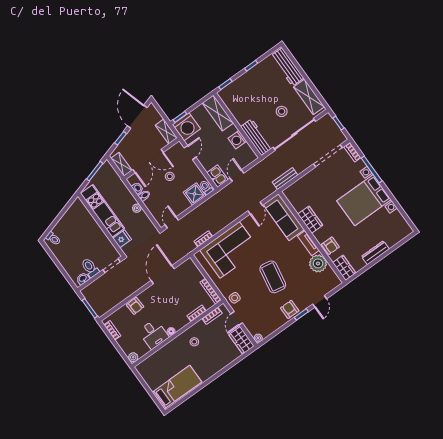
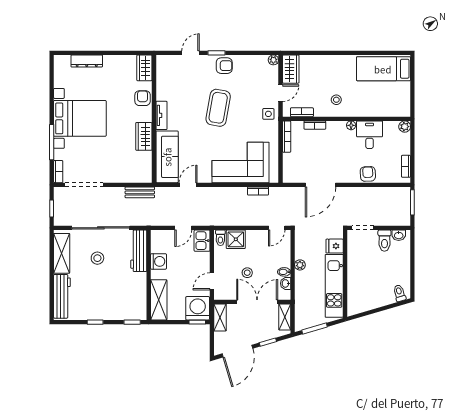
dresser: (375, 253) -> (87, 61), moved
plant: (318, 263) -> (166, 90), removed
armchair: (290, 309) -> (224, 66), turned -90

